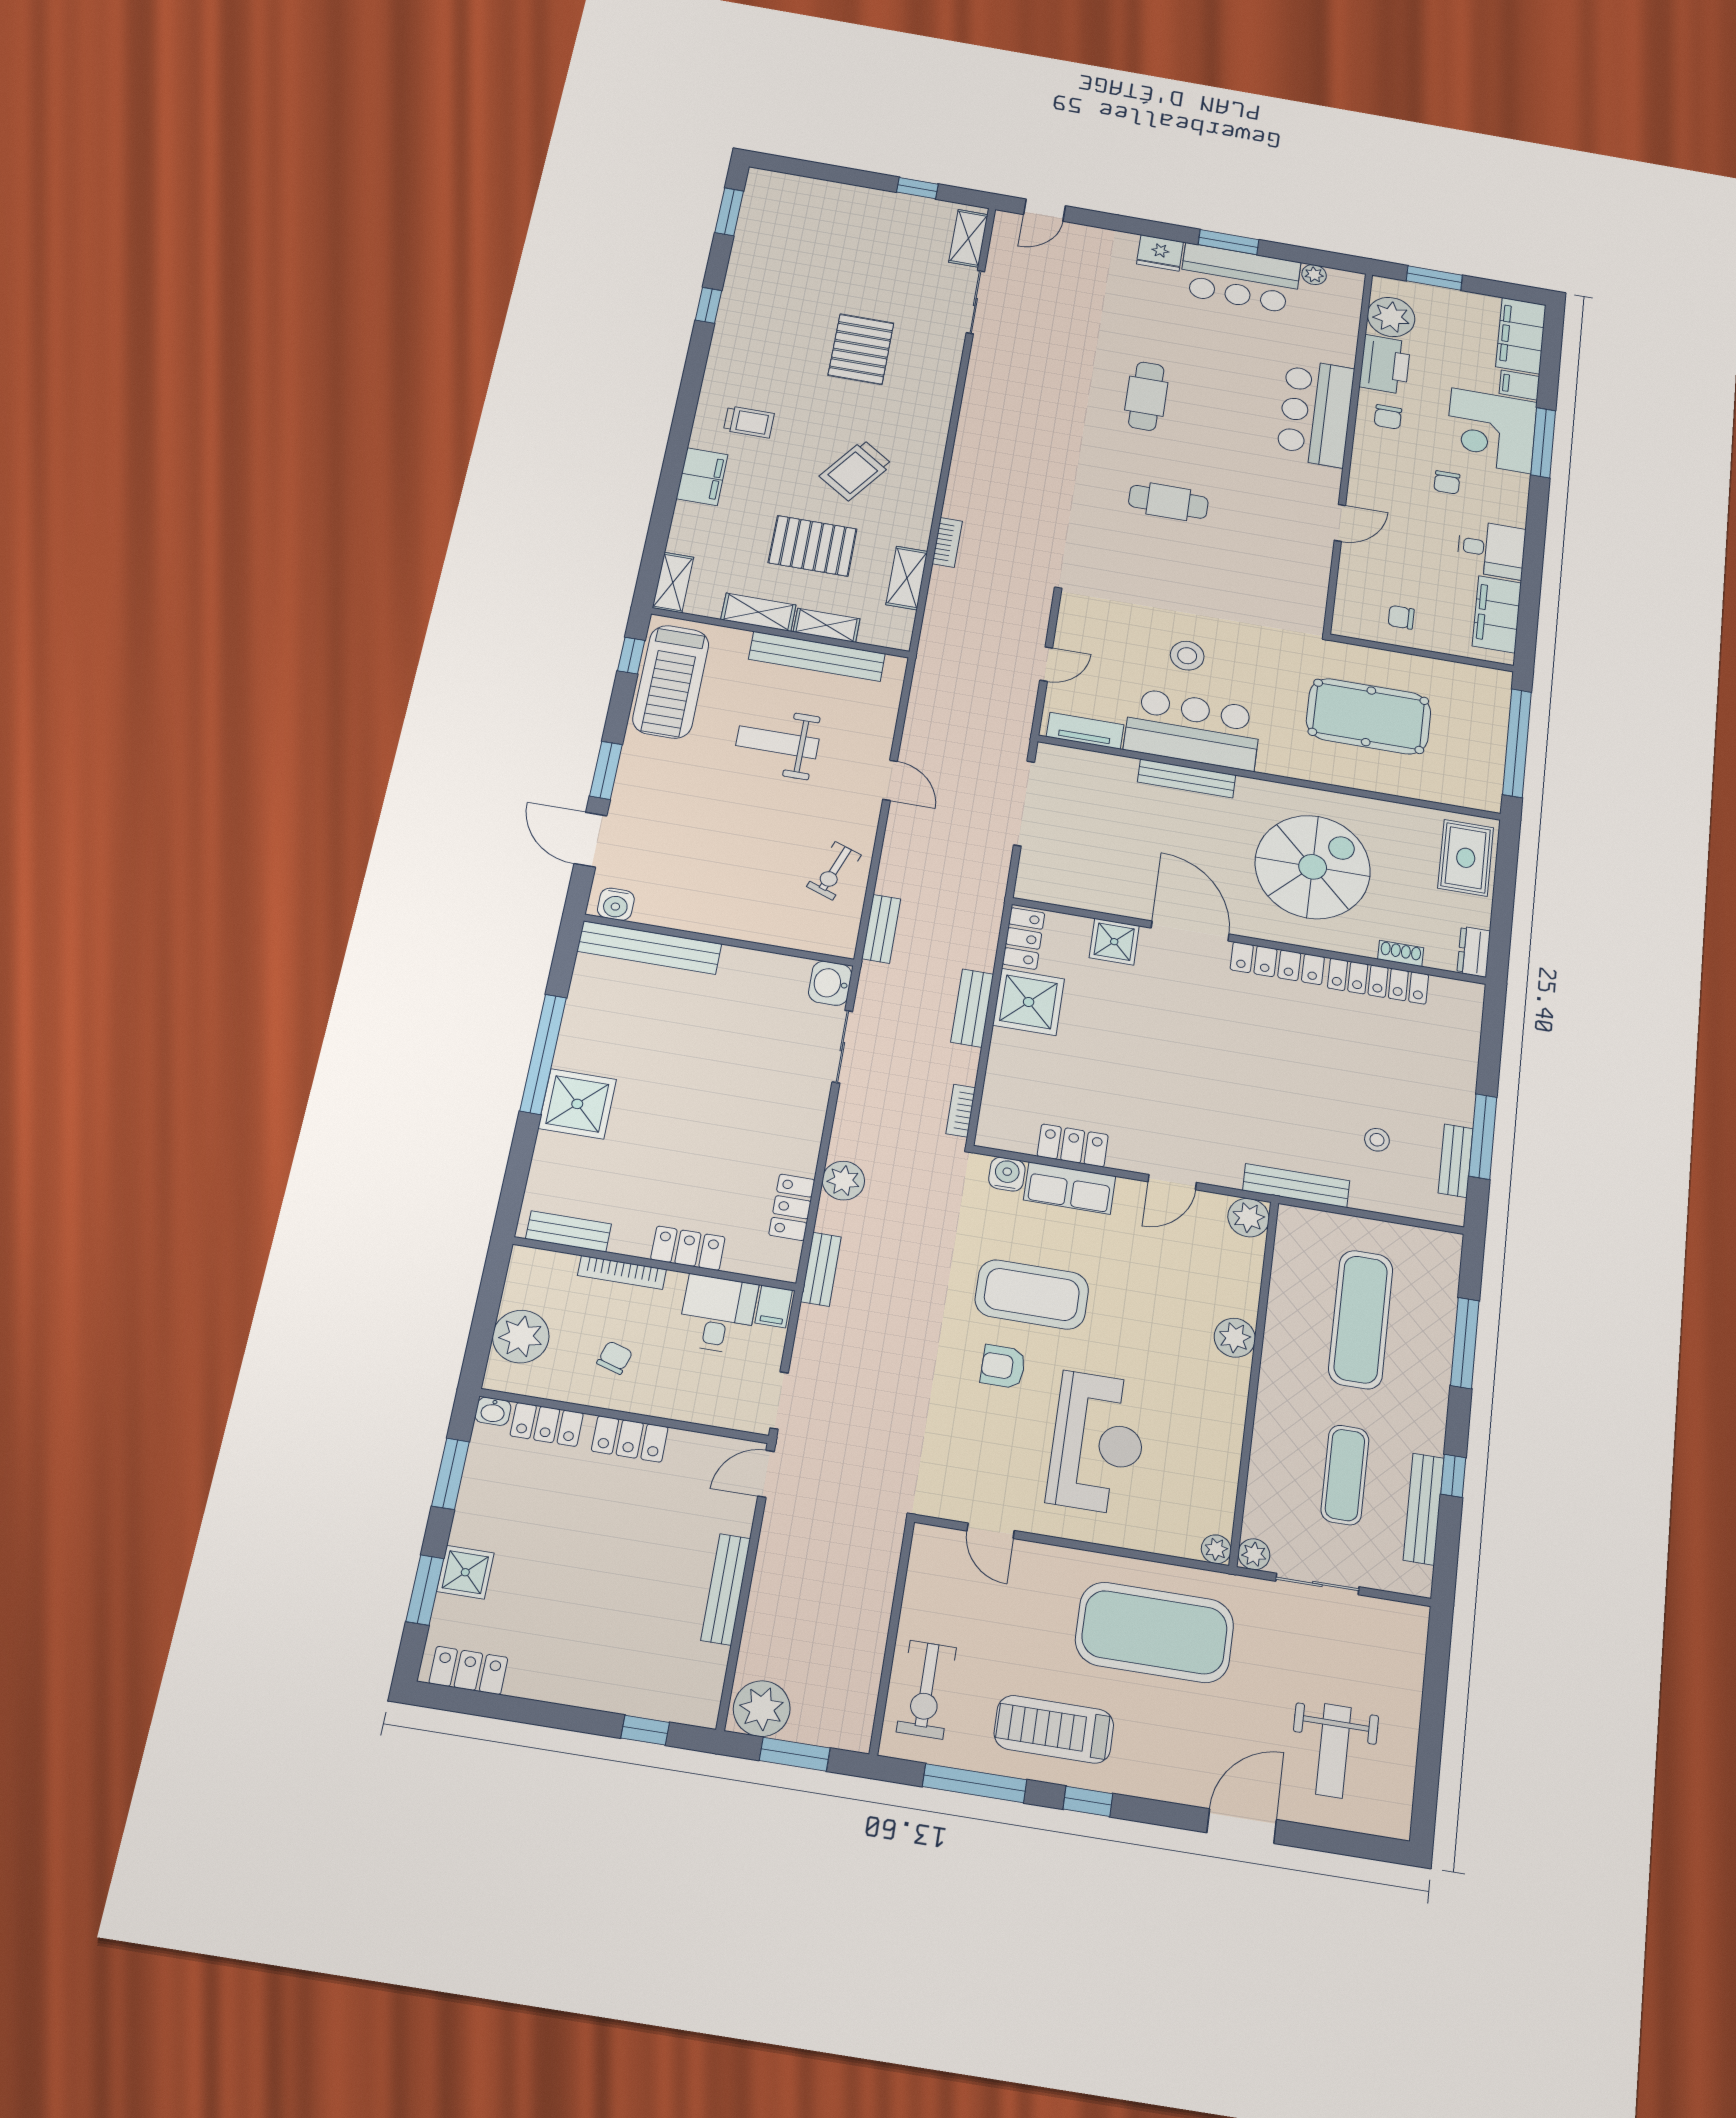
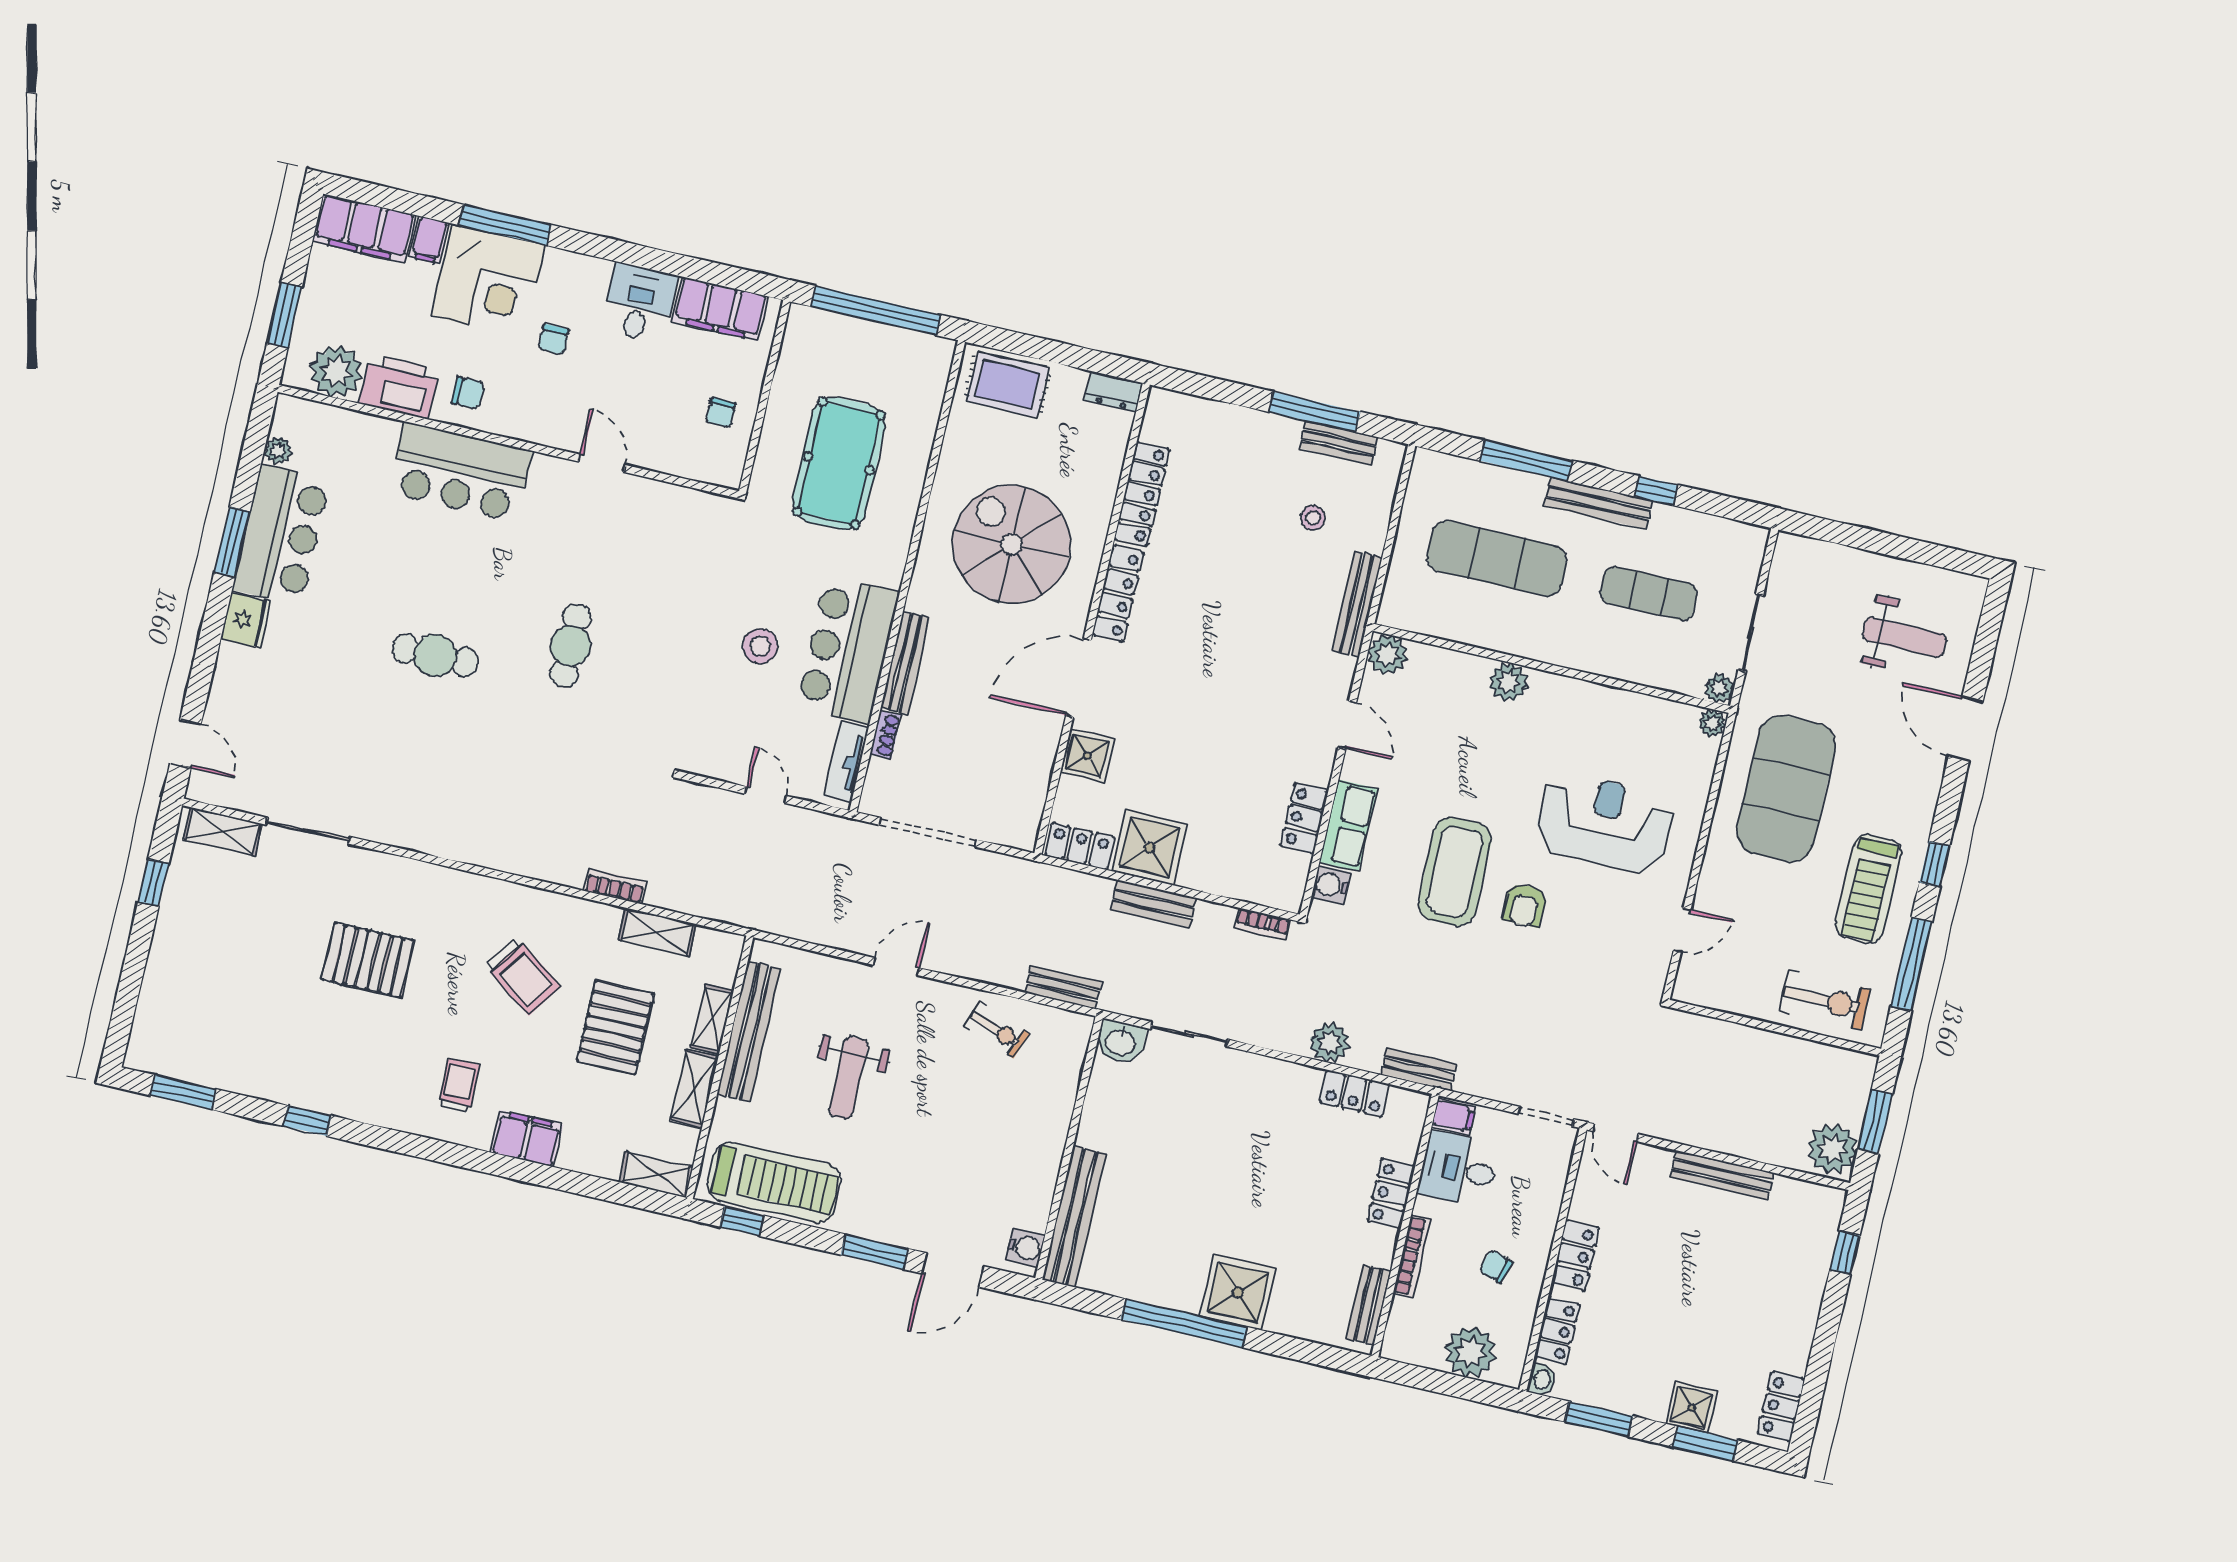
chair: (1447, 482) -> (554, 339), turned 90
shoe rack: (1401, 954) -> (885, 735), moved, turned 180
bench: (1424, 1509) -> (1598, 503), moved

